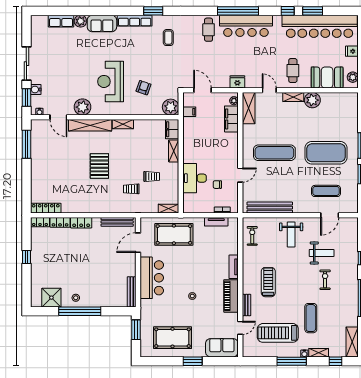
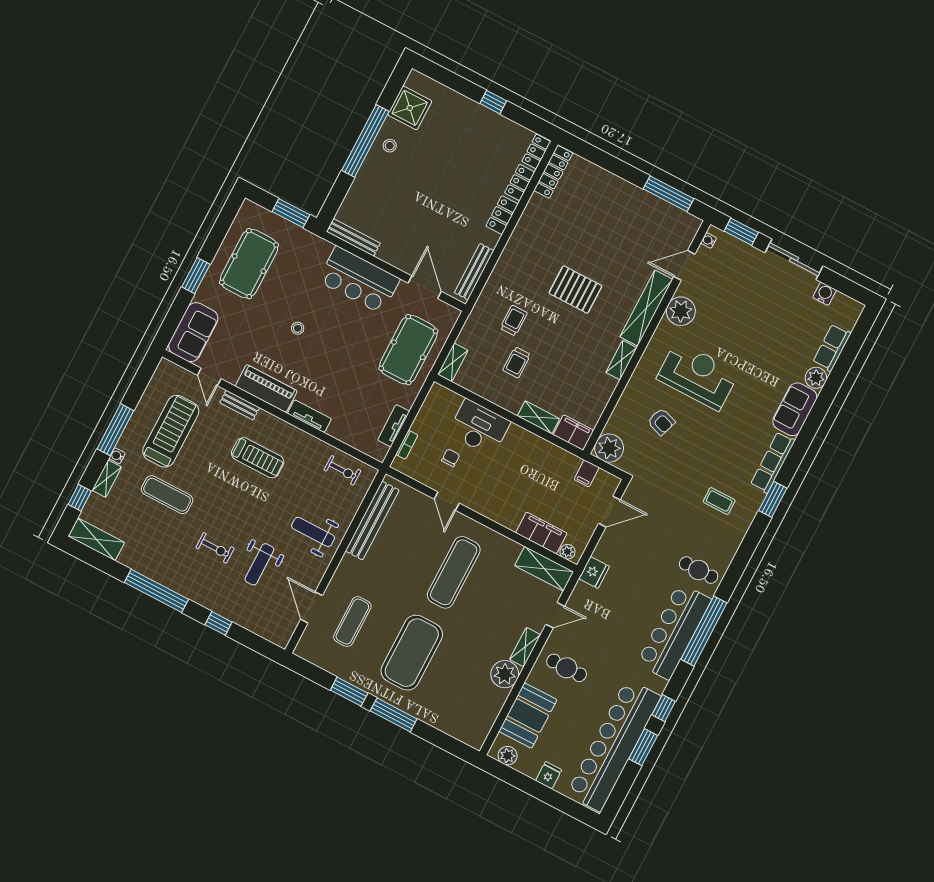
water cooler: (36, 89) -> (825, 294), moved

